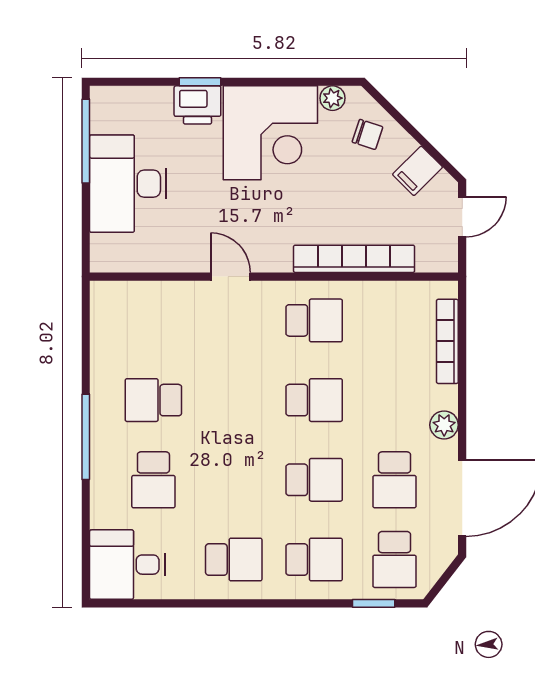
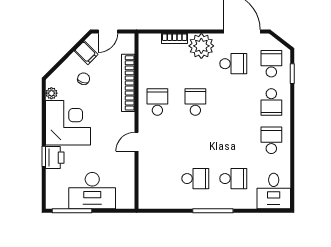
chair: (368, 134) -> (84, 79), moved
door: (462, 217) -> (108, 31), swing flipped
bookcase: (447, 341) -> (175, 38), width x0.64
school desk: (153, 400) -> (195, 179), turned -90
plant: (444, 425) -> (201, 46), width x1.87, depth x1.87
school desk: (314, 480) -> (233, 102), removed
school desk: (314, 560) -> (271, 102), turned 180
school desk: (395, 560) -> (271, 64), turned -90

